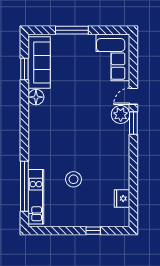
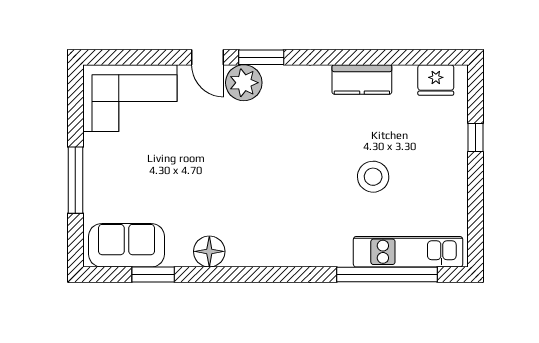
sofa: (39, 62) -> (126, 245), width x0.73
kitchen counter: (122, 174) -> (362, 80), added
fridge: (122, 199) -> (436, 80), moved

